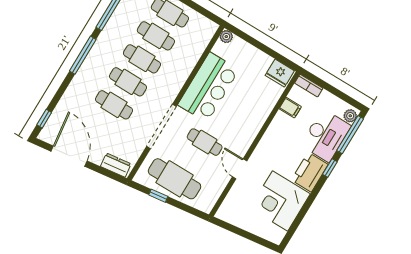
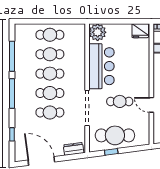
plant: (226, 37) -> (98, 32), width x1.88, depth x1.88
window: (44, 119) -> (12, 134), moved

